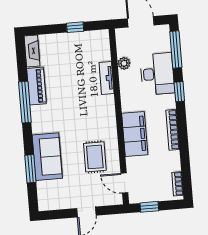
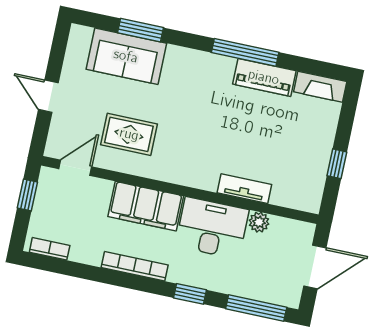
desk: (157, 74) -> (212, 228), moved, turned 180
sofa: (47, 157) -> (126, 56), moved

